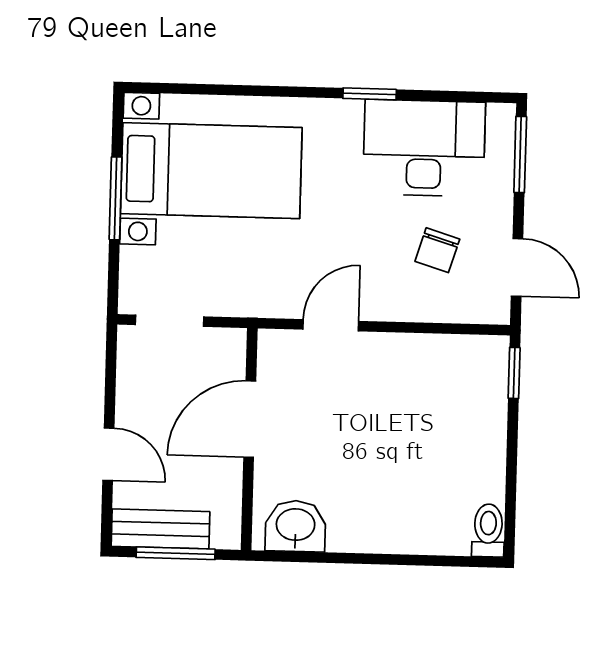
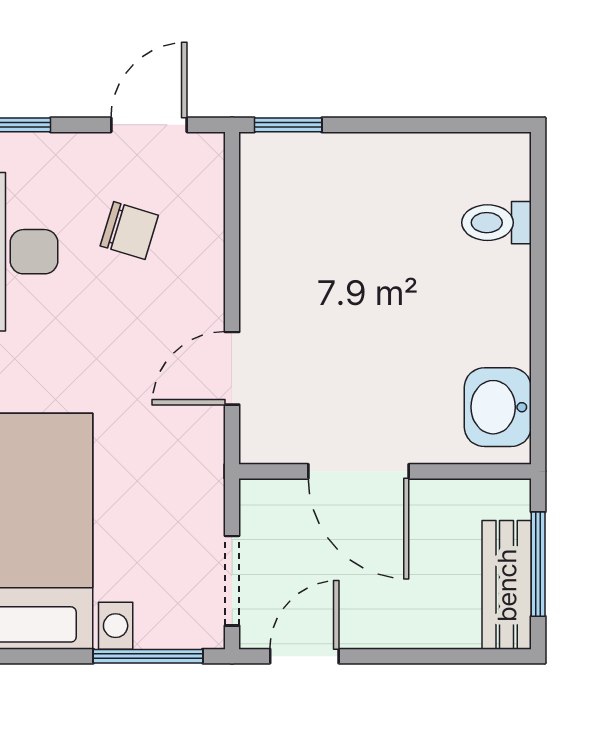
window: (116, 198) -> (148, 656), moved
door: (331, 325) -> (232, 368), hinge flipped
door: (108, 454) -> (304, 656), moved
toilet: (488, 530) -> (496, 223), moved

